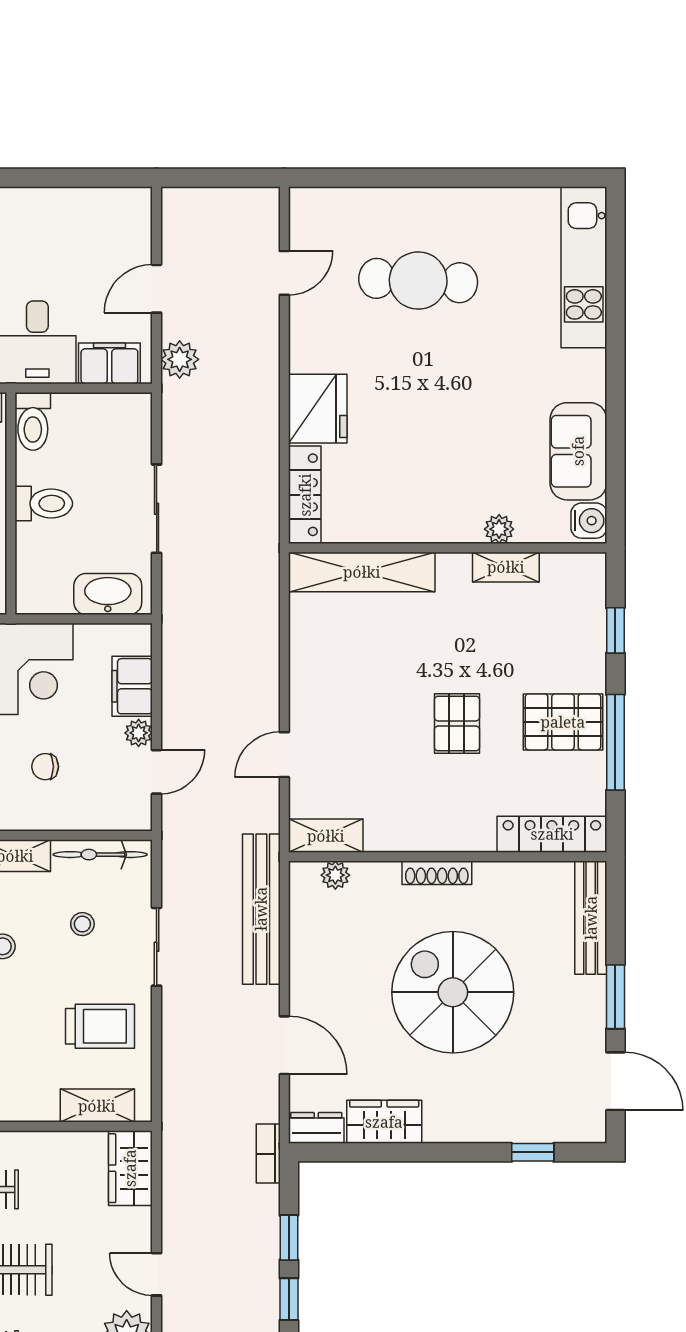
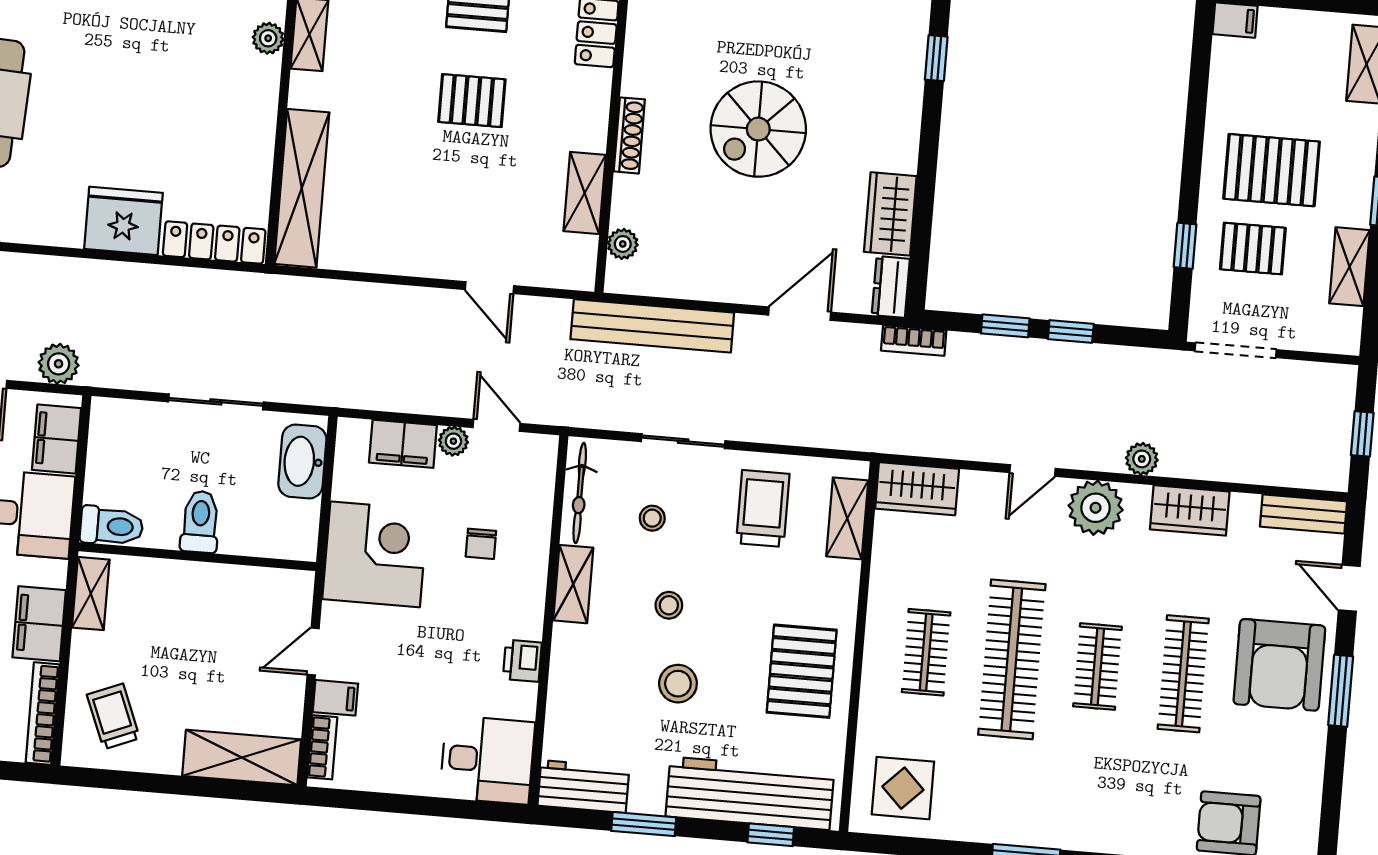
shelving: (326, 836) -> (585, 193), moved
spiral stairs: (453, 992) -> (758, 129), width x0.73, depth x0.73

